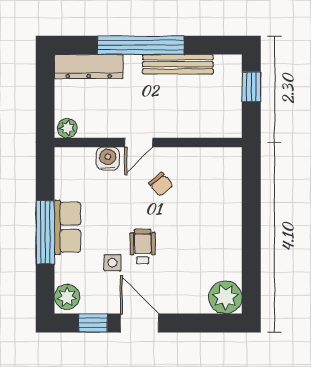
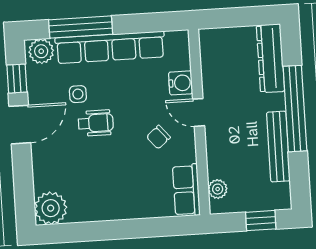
plant: (67, 128) -> (218, 189), moved
row of seats: (216, 160) -> (186, 190), added
row of seats: (68, 227) -> (110, 47), width x2.02
window: (45, 232) -> (81, 27), moved

